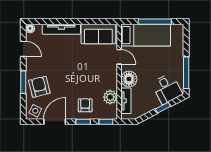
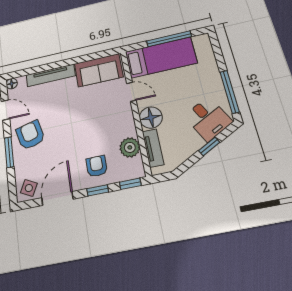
armchair: (39, 87) -> (30, 135), moved

